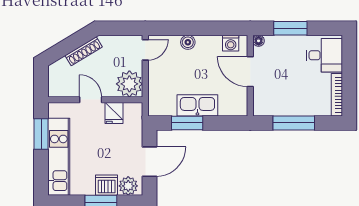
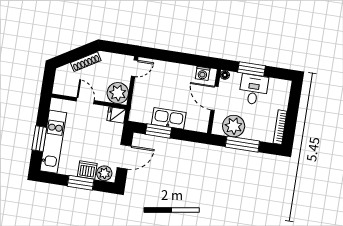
boiler: (188, 42) -> (169, 67), removed
desk: (324, 55) -> (254, 90), moved, turned -90
plant: (279, 102) -> (234, 126), added
fridge: (114, 113) -> (116, 115), moved, turned 90
window: (41, 134) -> (39, 139), moved

